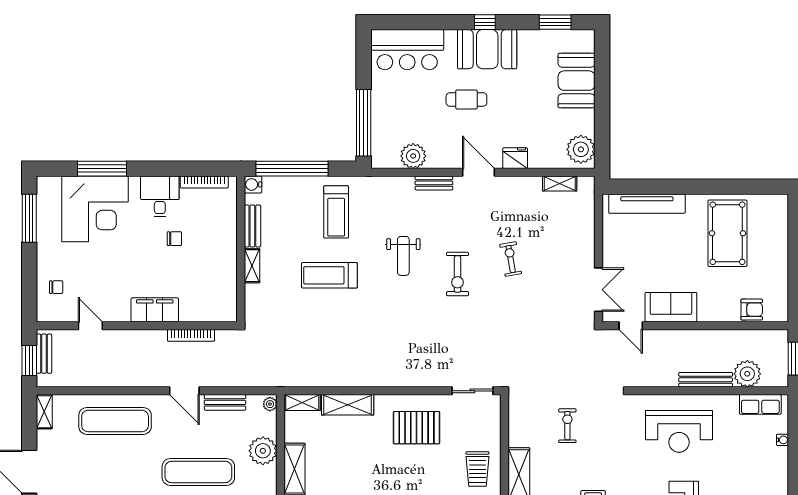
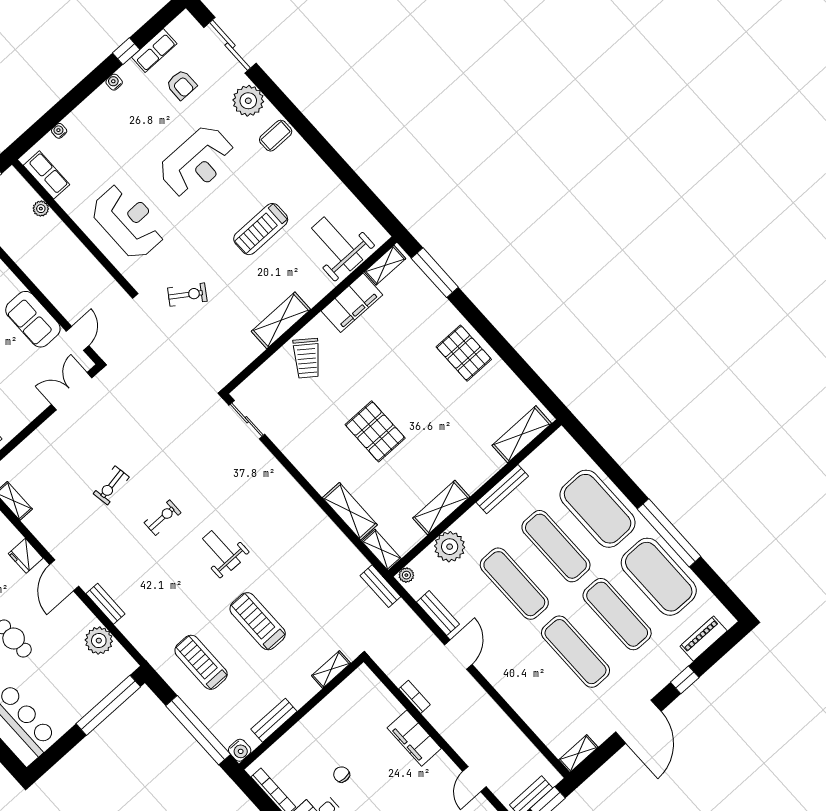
treadmill: (336, 212) -> (201, 662), turned -90
weight bench: (403, 256) -> (221, 551), moved, turned -90
shelving: (252, 266) -> (331, 669), moved
exercise bike: (457, 274) -> (163, 518), width x0.73, depth x0.72
treadmill: (329, 275) -> (258, 621), turned 180
bookcase: (191, 335) -> (415, 697), width x0.64
plant: (747, 374) -> (41, 209), width x0.53, depth x0.53
bench: (706, 380) -> (380, 586), moved, width x0.73
exercise mat: (115, 421) -> (576, 652), moved
exercise bike: (567, 426) -> (187, 295), moved, turned -146
pallet: (417, 428) -> (375, 431), moved
trolley: (477, 469) -> (307, 358), turned 127

